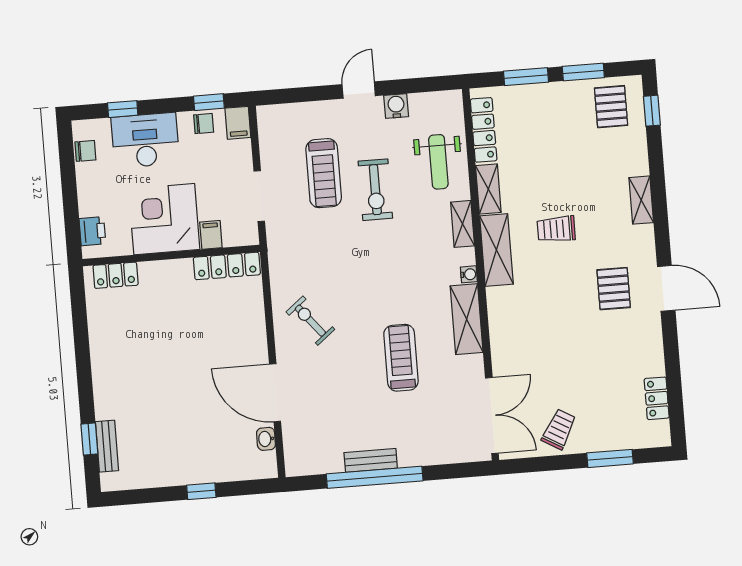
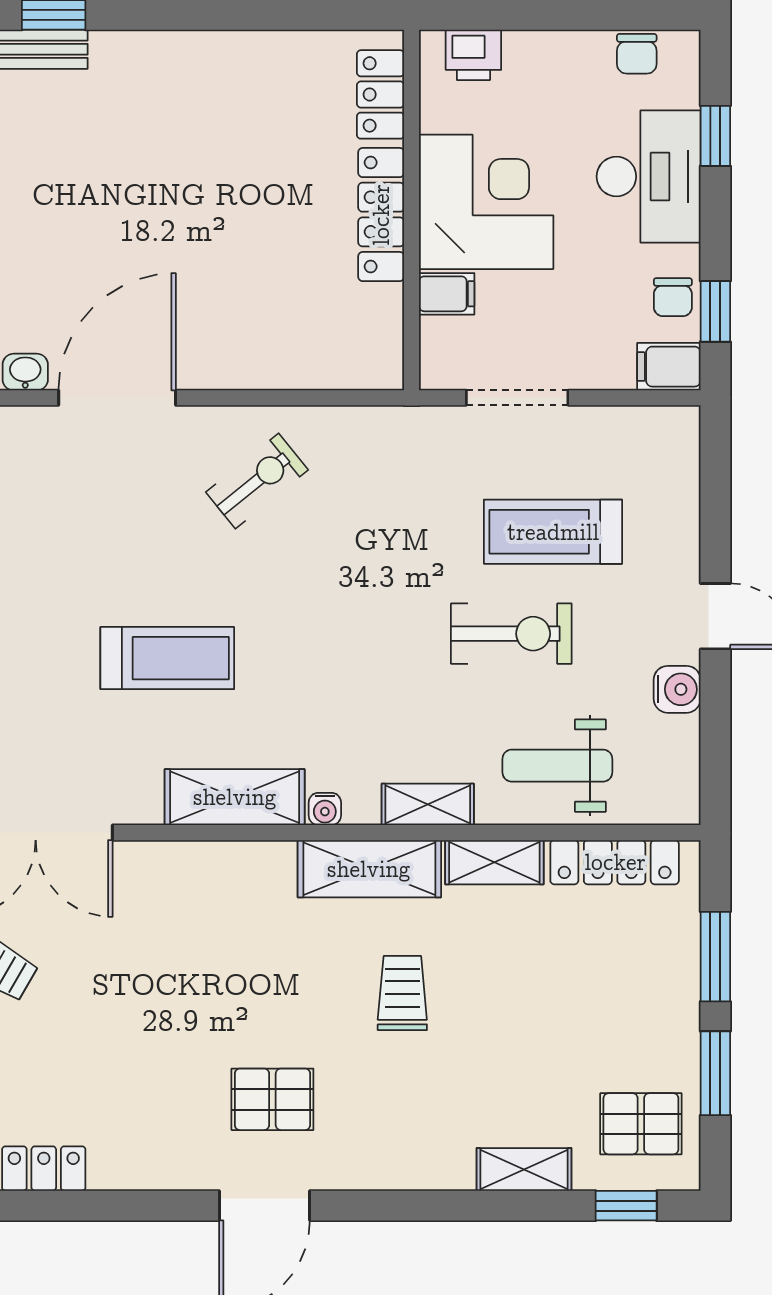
exercise bike: (375, 190) -> (511, 634), turned 180
shelving: (641, 200) -> (524, 1169), moved
locker: (227, 266) -> (381, 215), moved

